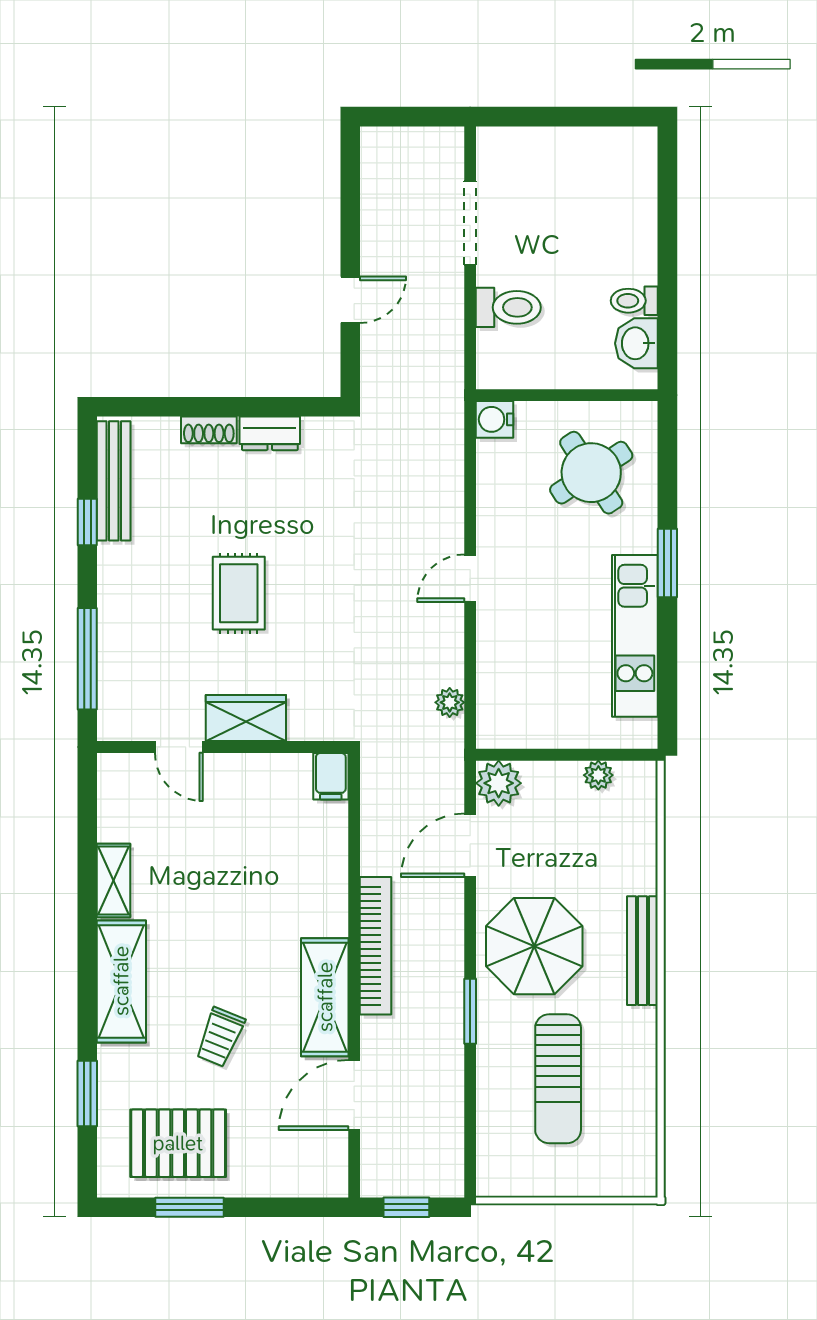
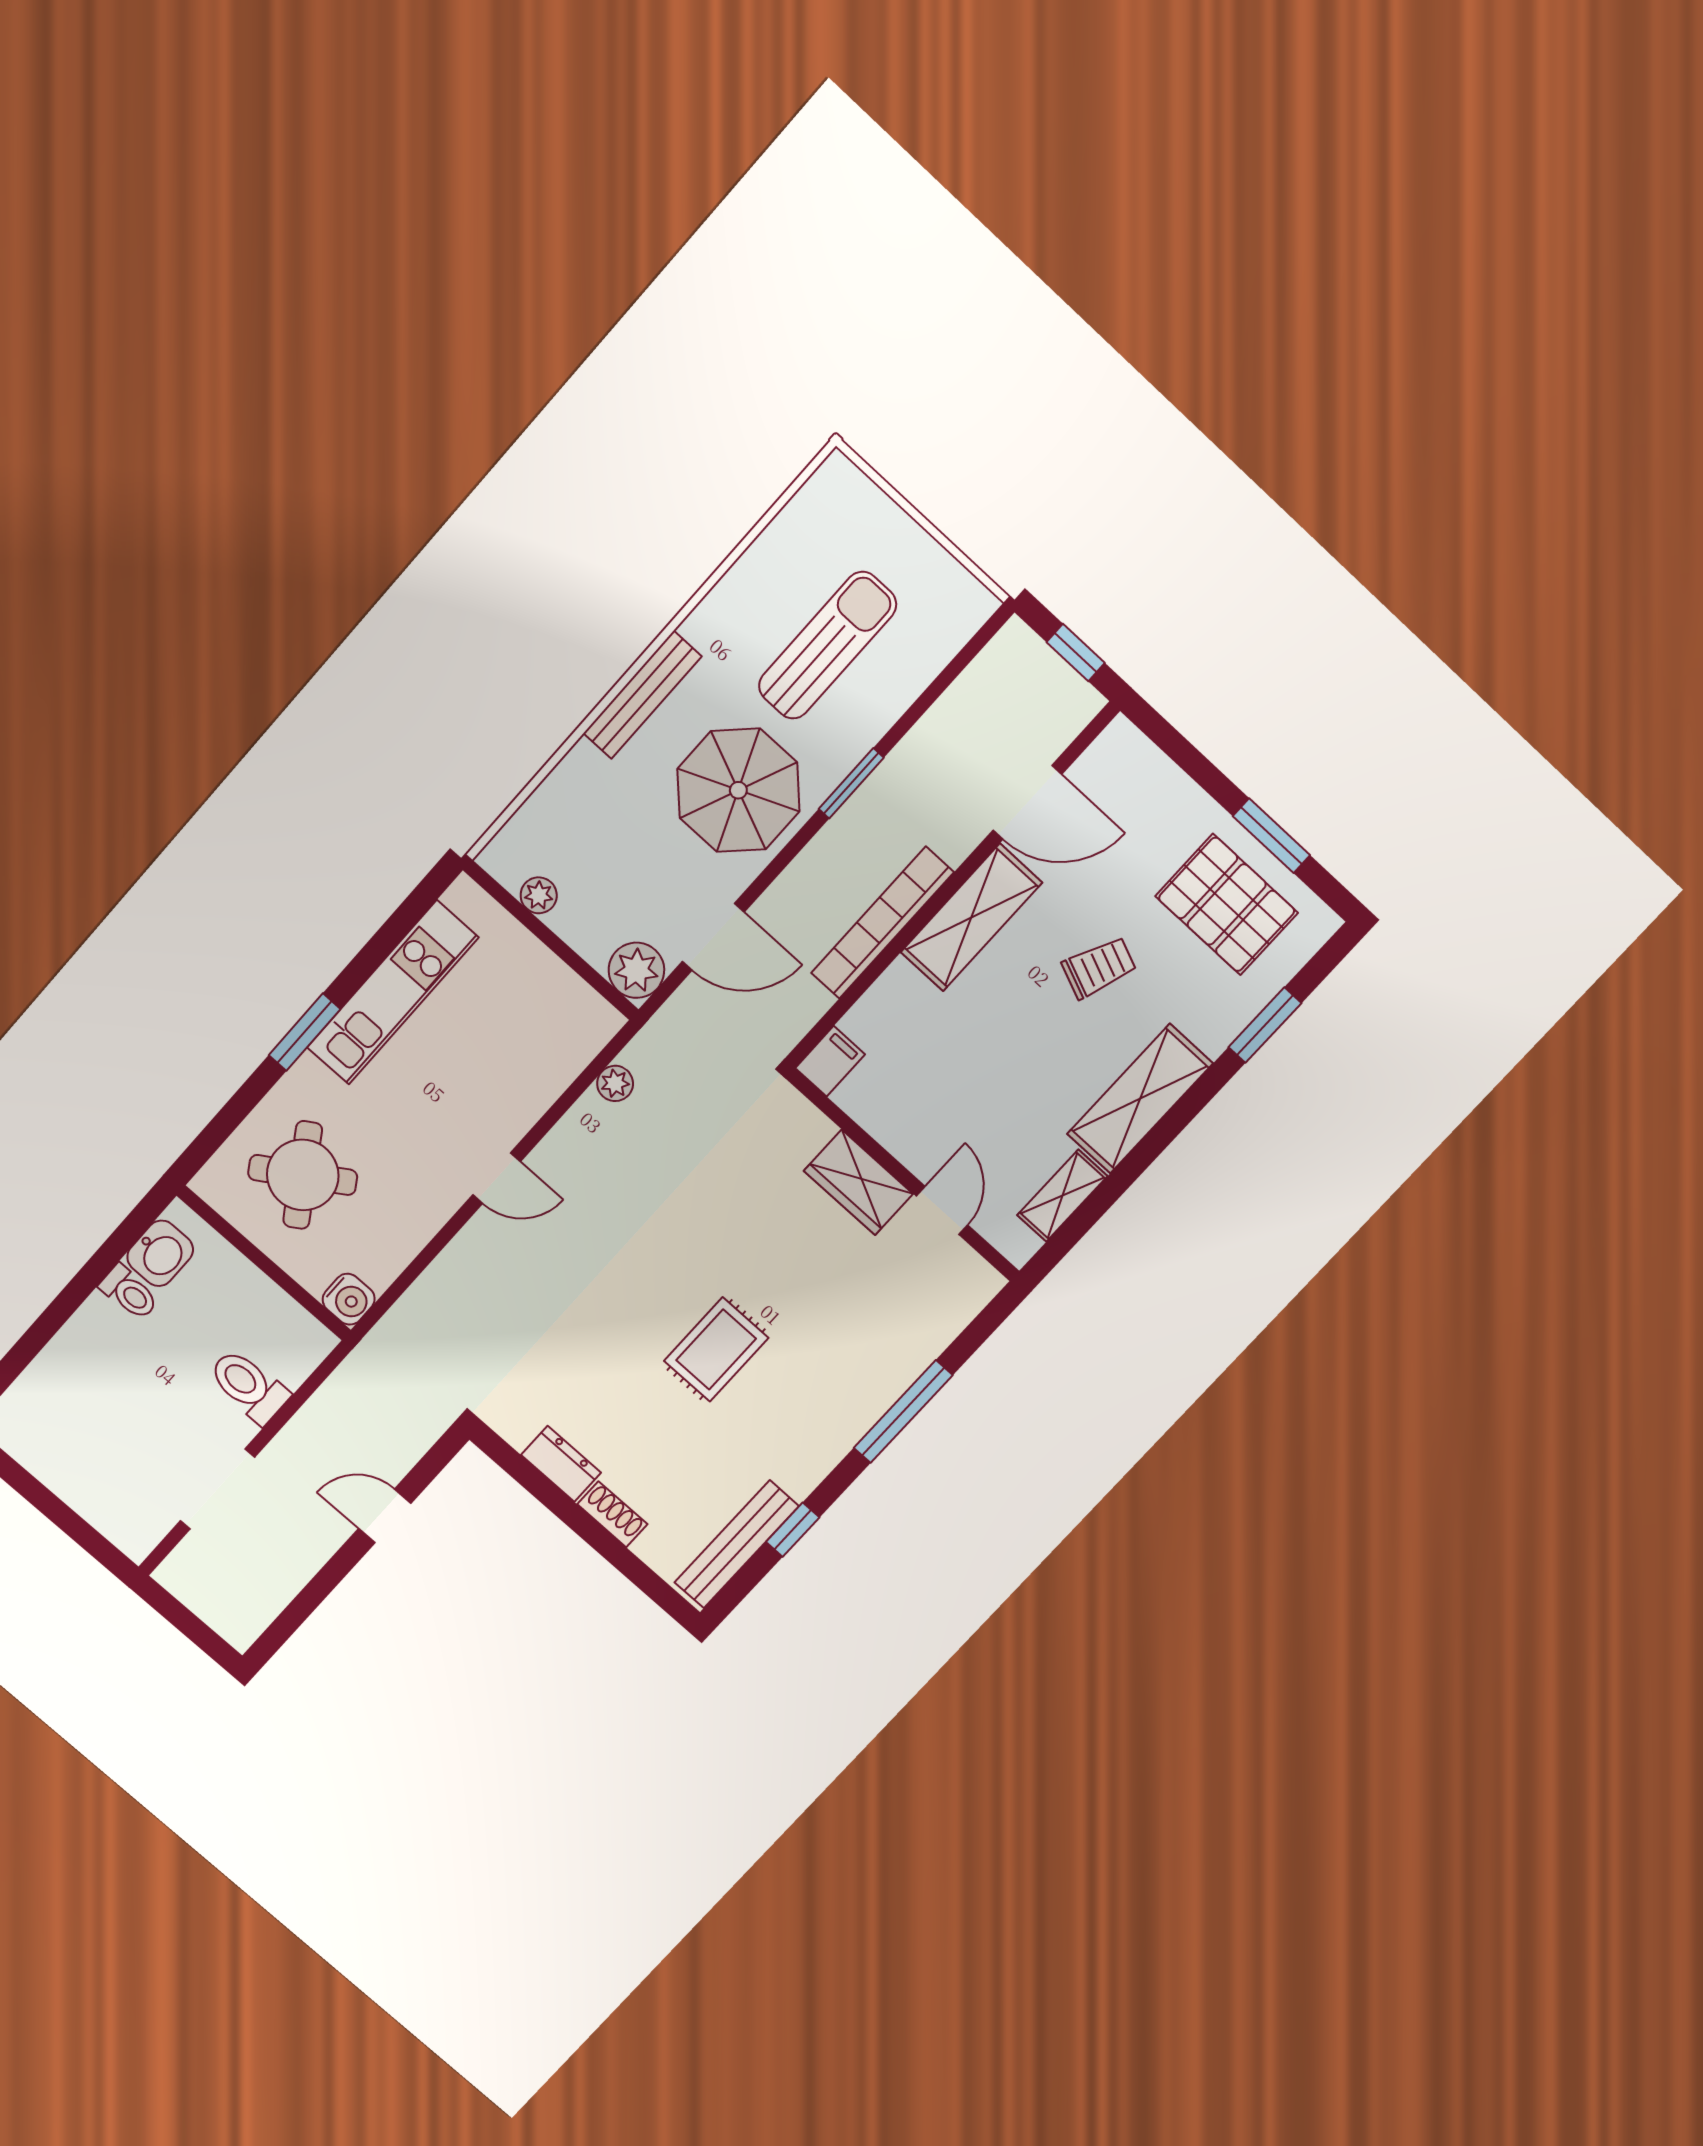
wardrobe: (246, 718) -> (858, 1182), moved
door: (179, 747) -> (942, 1210), moved
wall: (223, 747) -> (903, 1175), moved
filing cabinet: (331, 776) -> (830, 1061), moved

